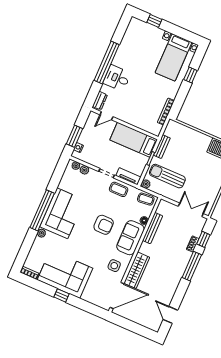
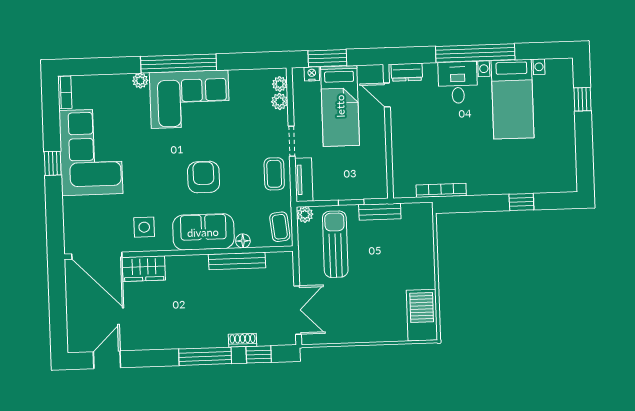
bed with nightstands: (174, 57) -> (513, 99), moved, turned -90
bed: (134, 140) -> (340, 106), moved, turned 180
armchair: (104, 225) -> (204, 177), turned 180
wardrobe: (137, 270) -> (144, 269), width x0.67

